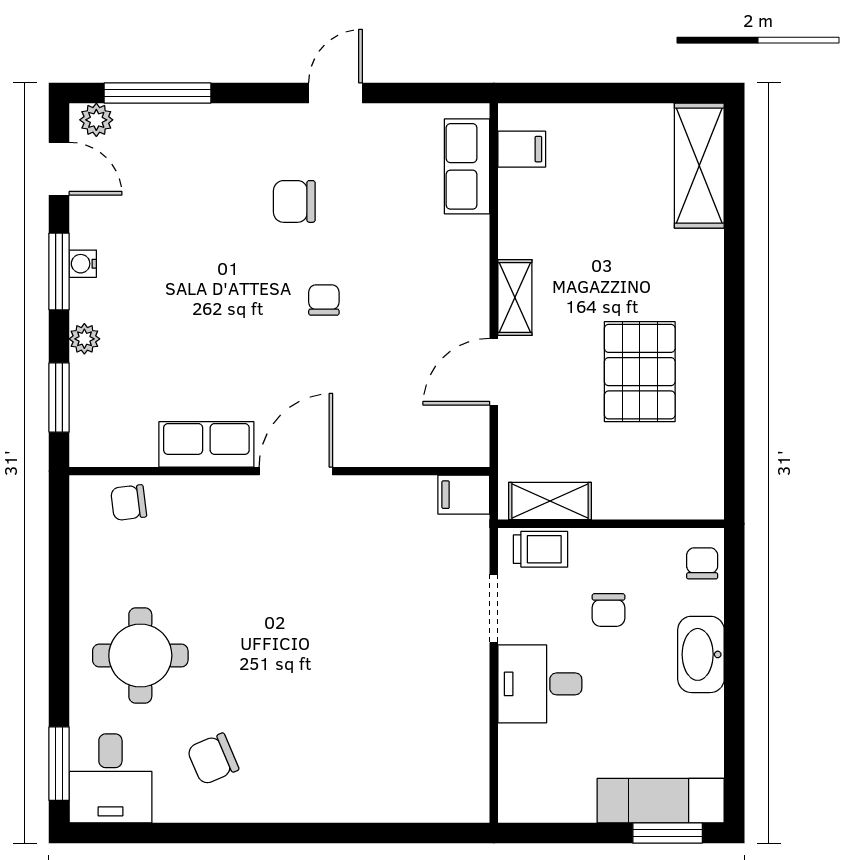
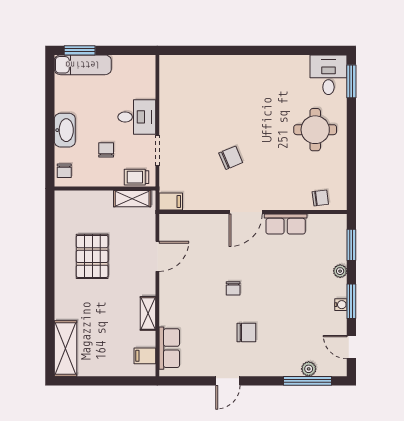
plant: (96, 120) -> (309, 369), moved
shelving: (515, 297) -> (148, 313), moved
chair: (213, 759) -> (231, 158), moved

